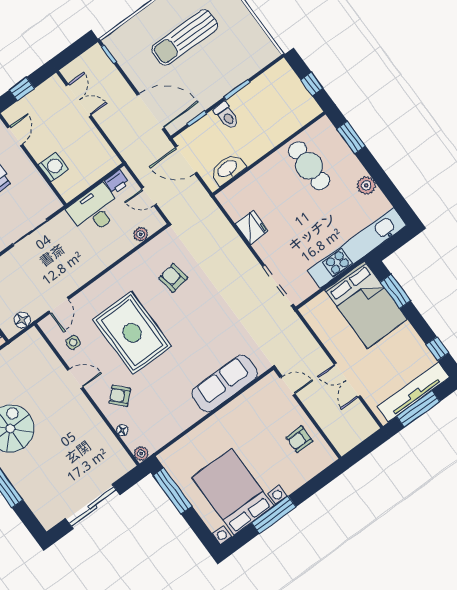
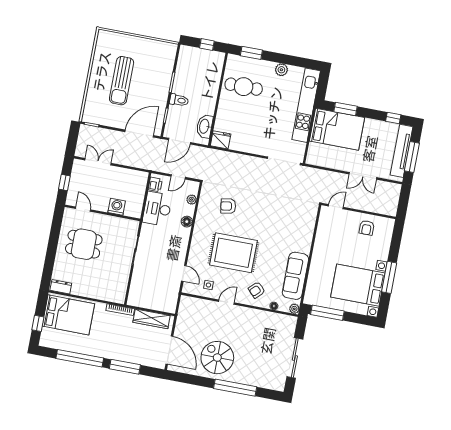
fridge: (252, 227) -> (221, 140), moved
floor lamp: (22, 320) -> (187, 222), moved
sofa: (225, 383) -> (295, 276), moved

